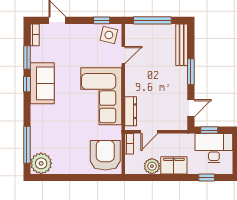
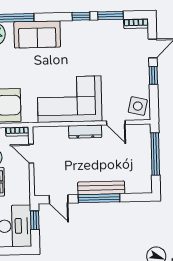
window: (102, 20) -> (153, 75), moved
bench: (182, 45) -> (101, 188), moved
window: (191, 72) -> (99, 198), width x1.44
sofa: (42, 83) -> (37, 34), moved
dresser: (131, 111) -> (85, 132), moved

